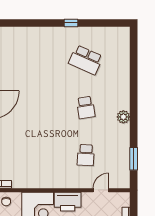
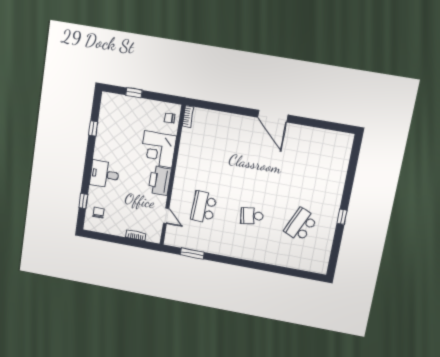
plant: (123, 117) -> (236, 251), removed
school desk: (86, 155) -> (204, 207), width x1.85

